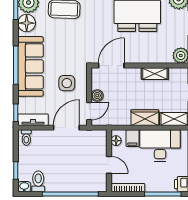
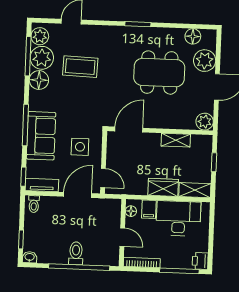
sofa: (31, 66) -> (41, 136), width x0.73
boiler: (97, 96) -> (112, 161), removed
door: (89, 111) -> (103, 178), hinge flipped
toilet: (38, 181) -> (76, 253), moved

